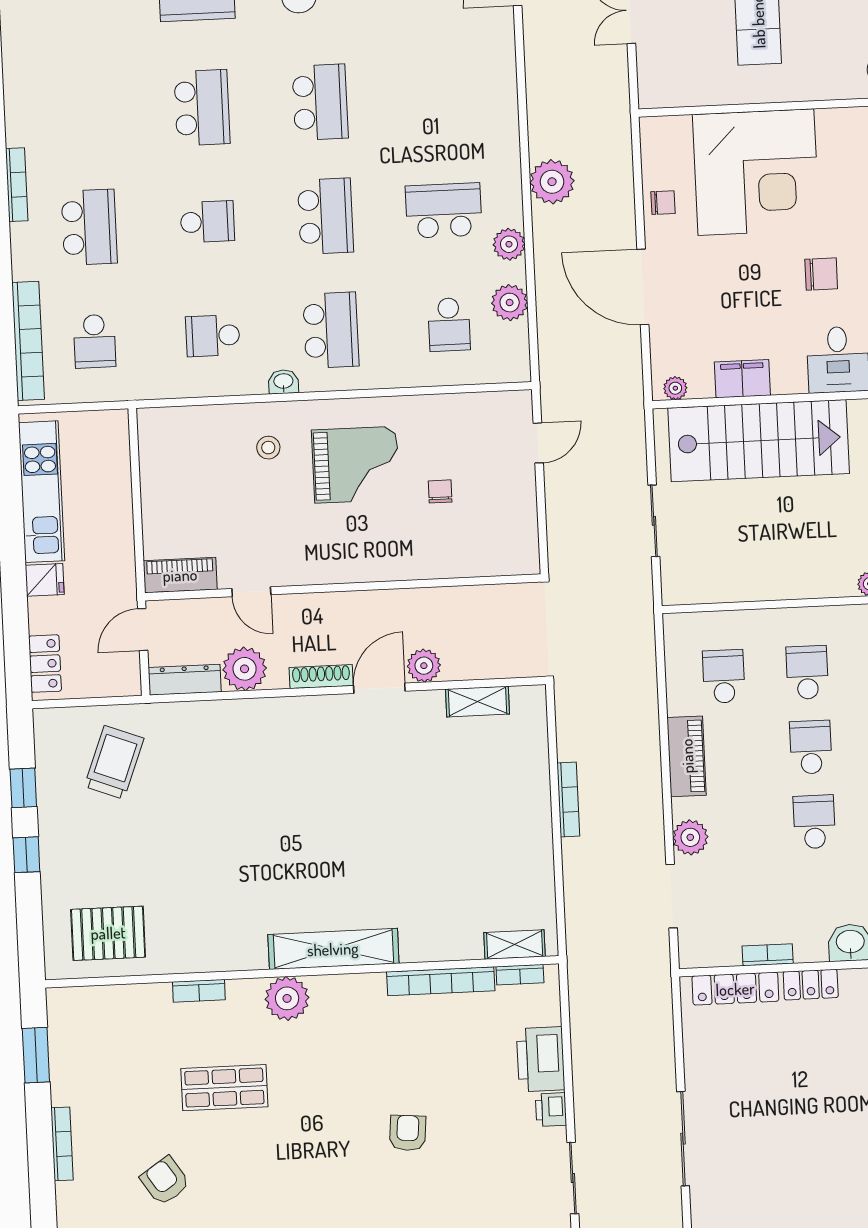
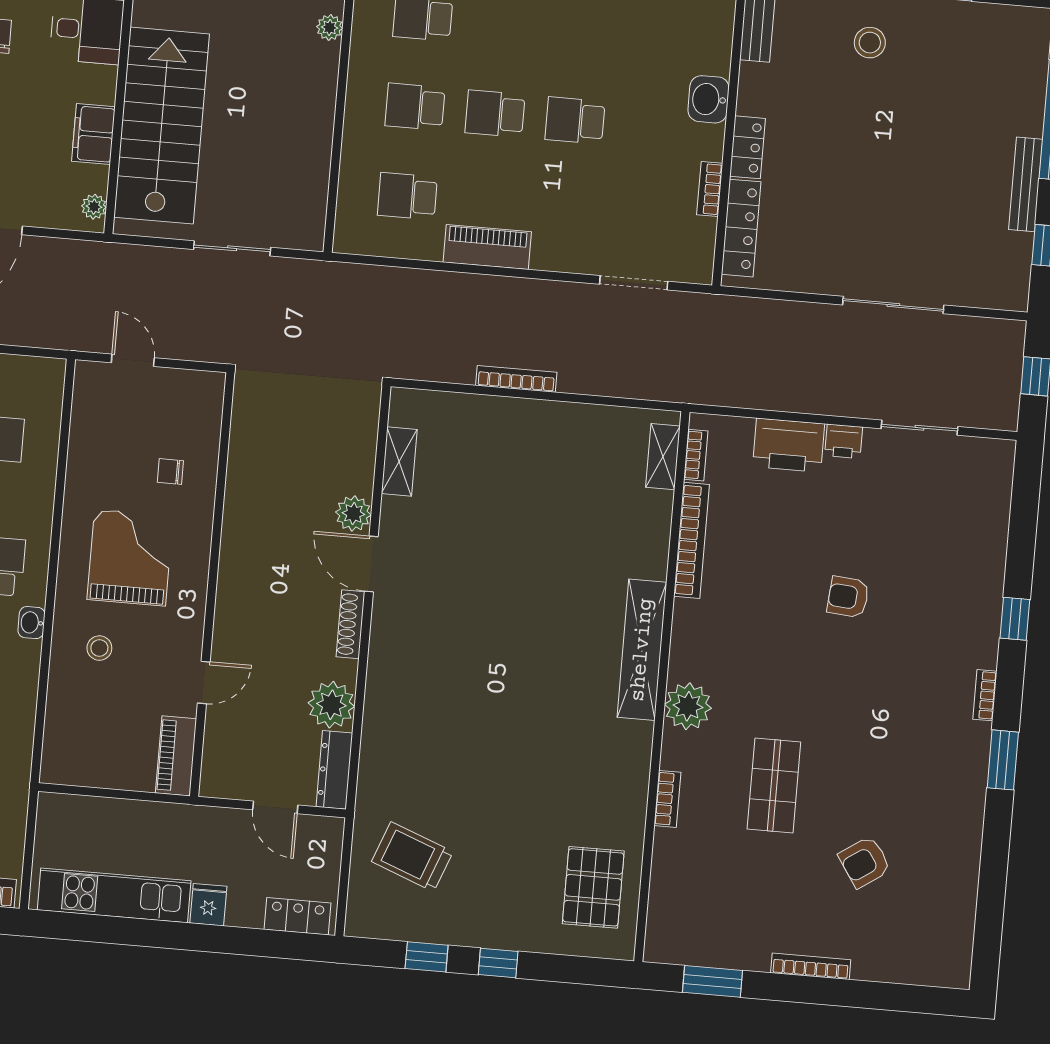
piano: (180, 575) -> (176, 756), moved
wall: (343, 587) -> (212, 585), moved
door: (251, 592) -> (204, 683), moved
plant: (690, 837) -> (574, 254), removed

